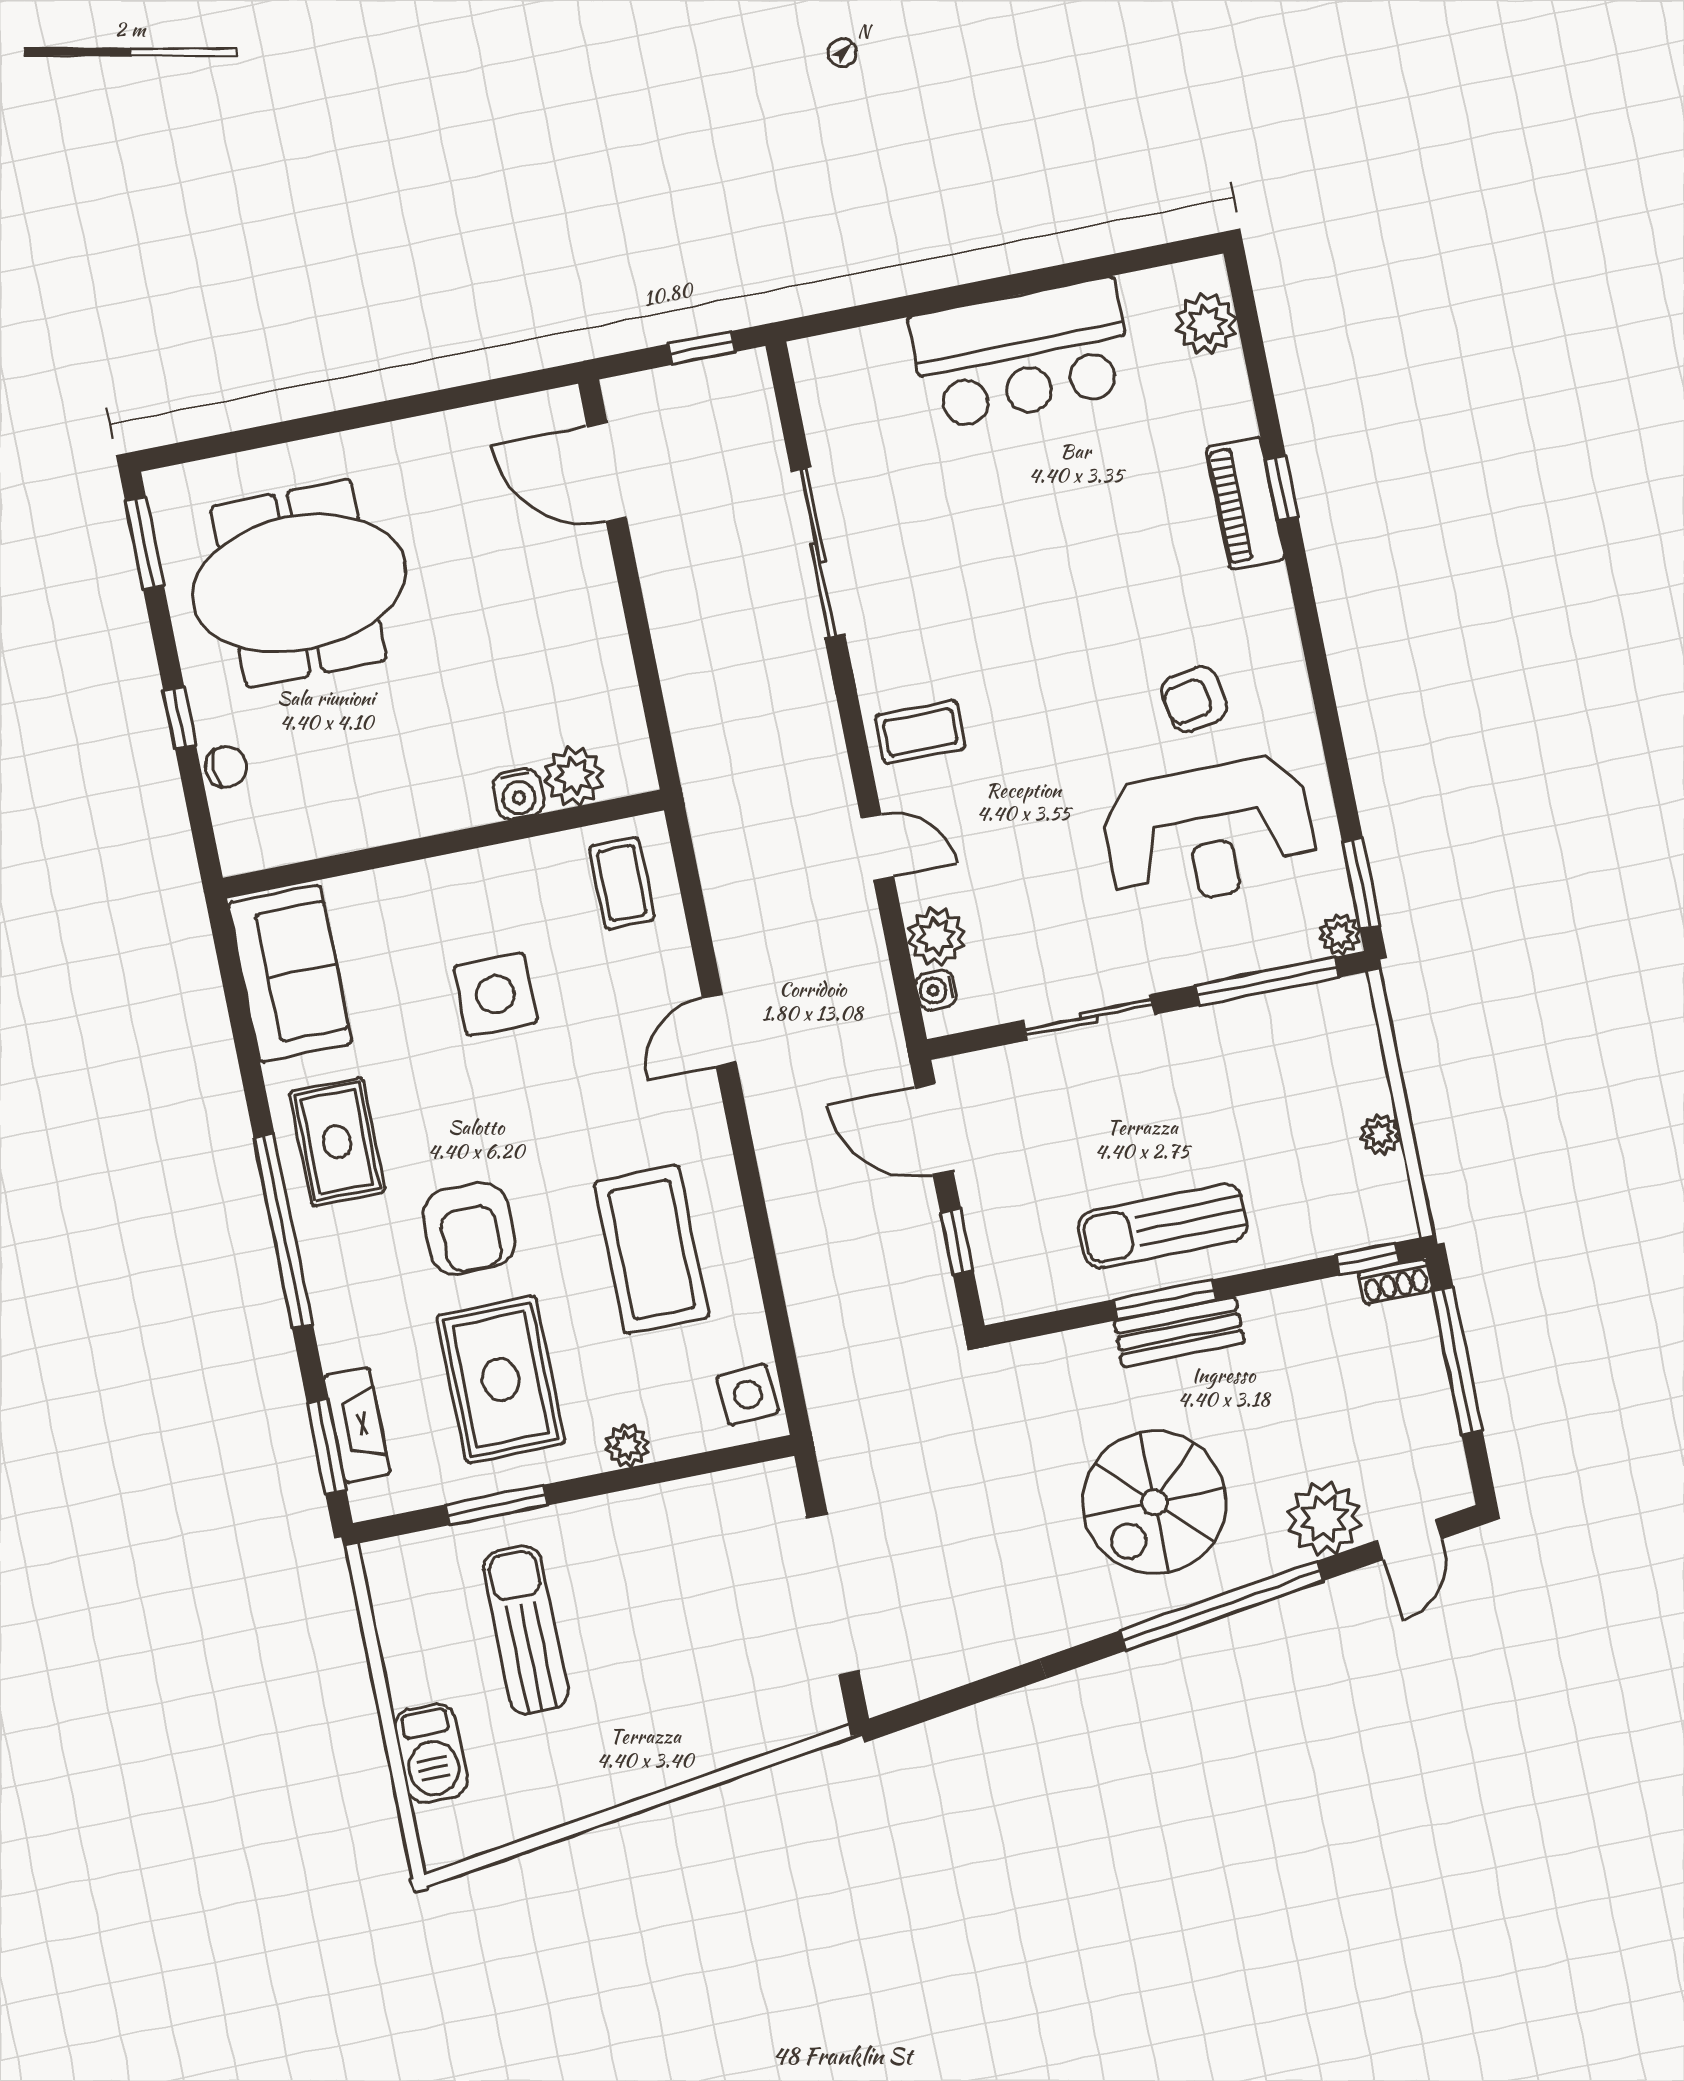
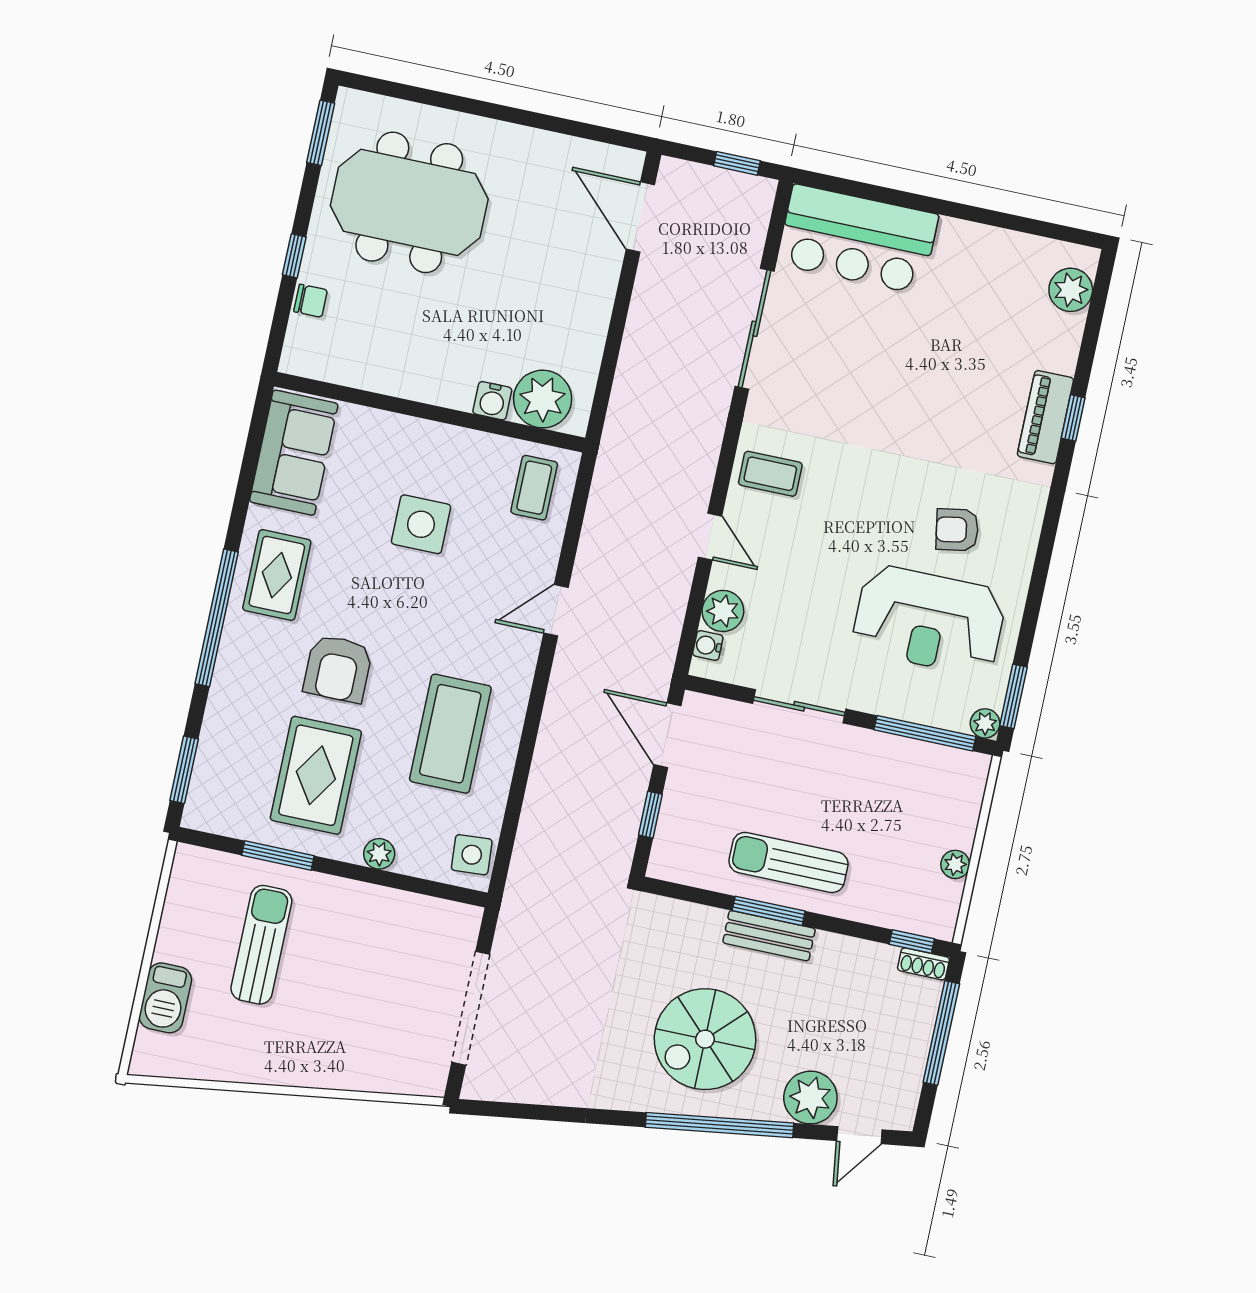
bar counter: (1022, 354) -> (858, 239), moved
plant: (574, 776) -> (543, 399), width x1.36, depth x1.36
fireplace: (357, 1425) -> (210, 764), removed

